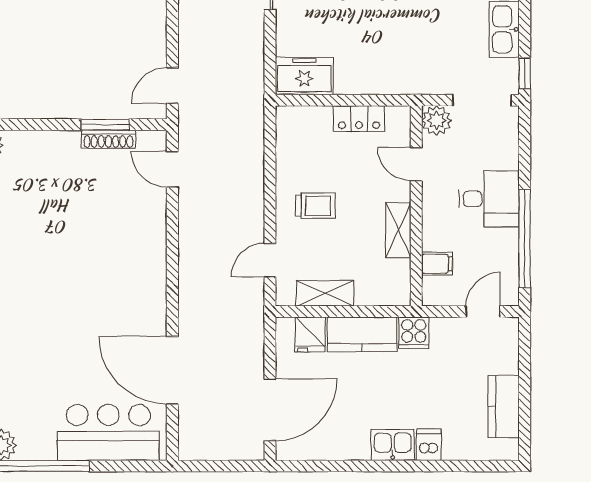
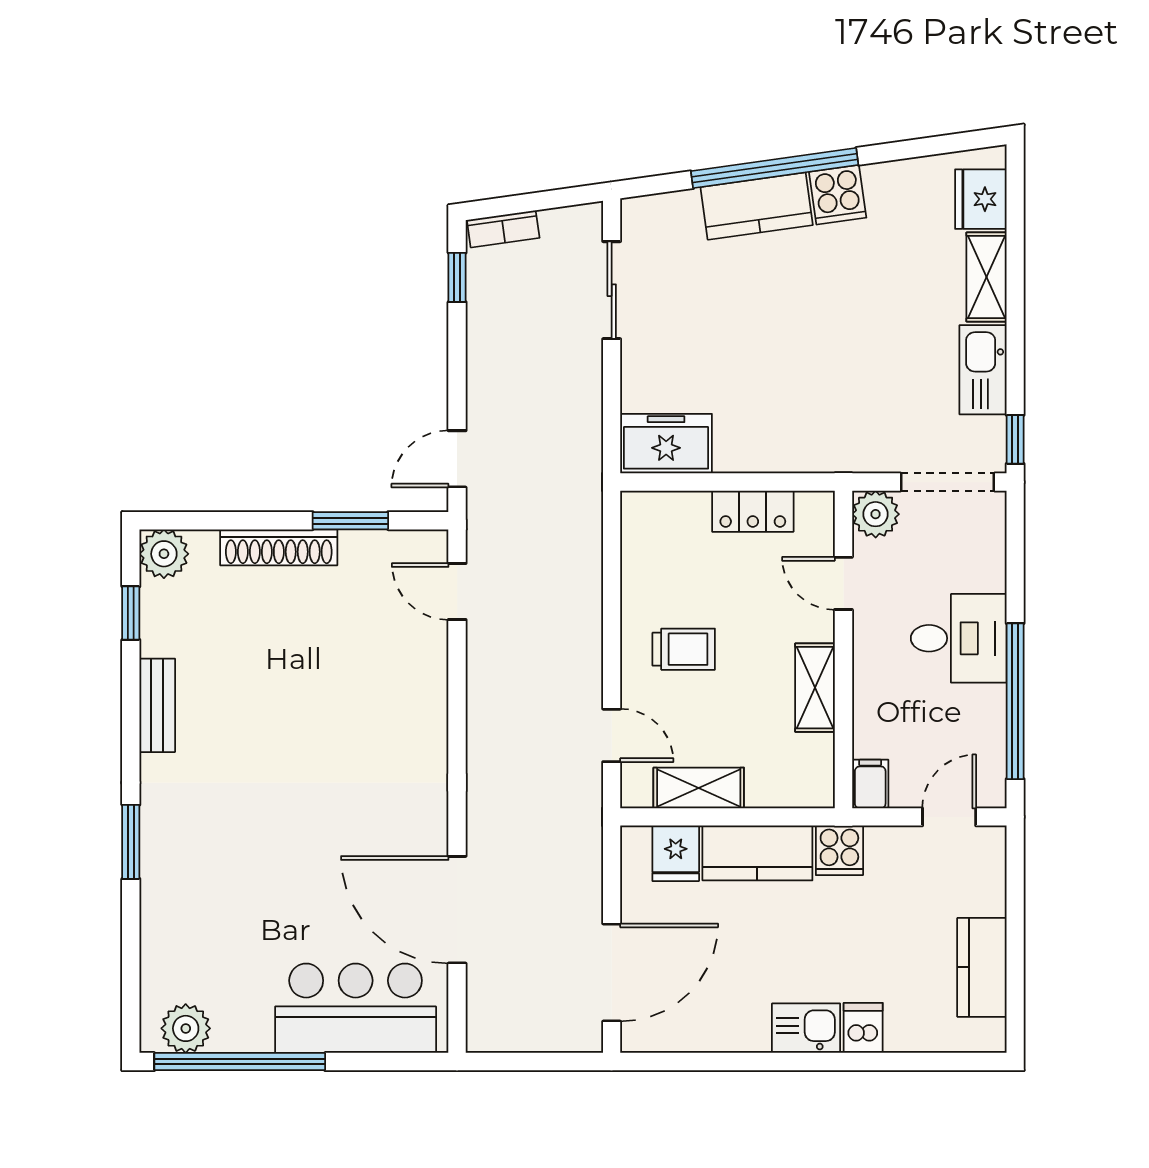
shoe rack: (108, 139) -> (279, 547), moved, width x1.36, depth x1.24
door: (270, 260) -> (612, 735), swing flipped
filing cabinet: (437, 264) -> (870, 784), moved, turned -90

